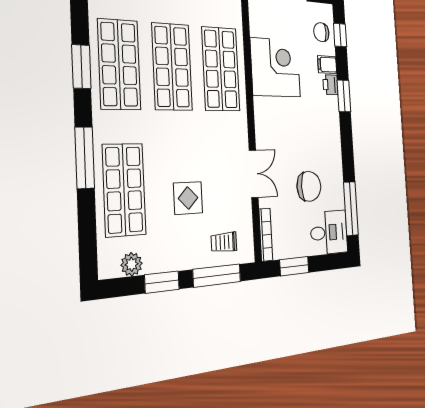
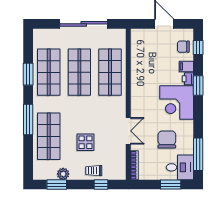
corner desk: (275, 68) -> (177, 103), moved, turned 180
chair: (309, 186) -> (167, 140), turned -90
trolley: (224, 242) -> (94, 171), moved
plant: (132, 264) -> (63, 174), moved
window: (294, 266) -> (171, 185), moved
window: (217, 275) -> (101, 185), width x0.46
window: (162, 282) -> (57, 185), moved

